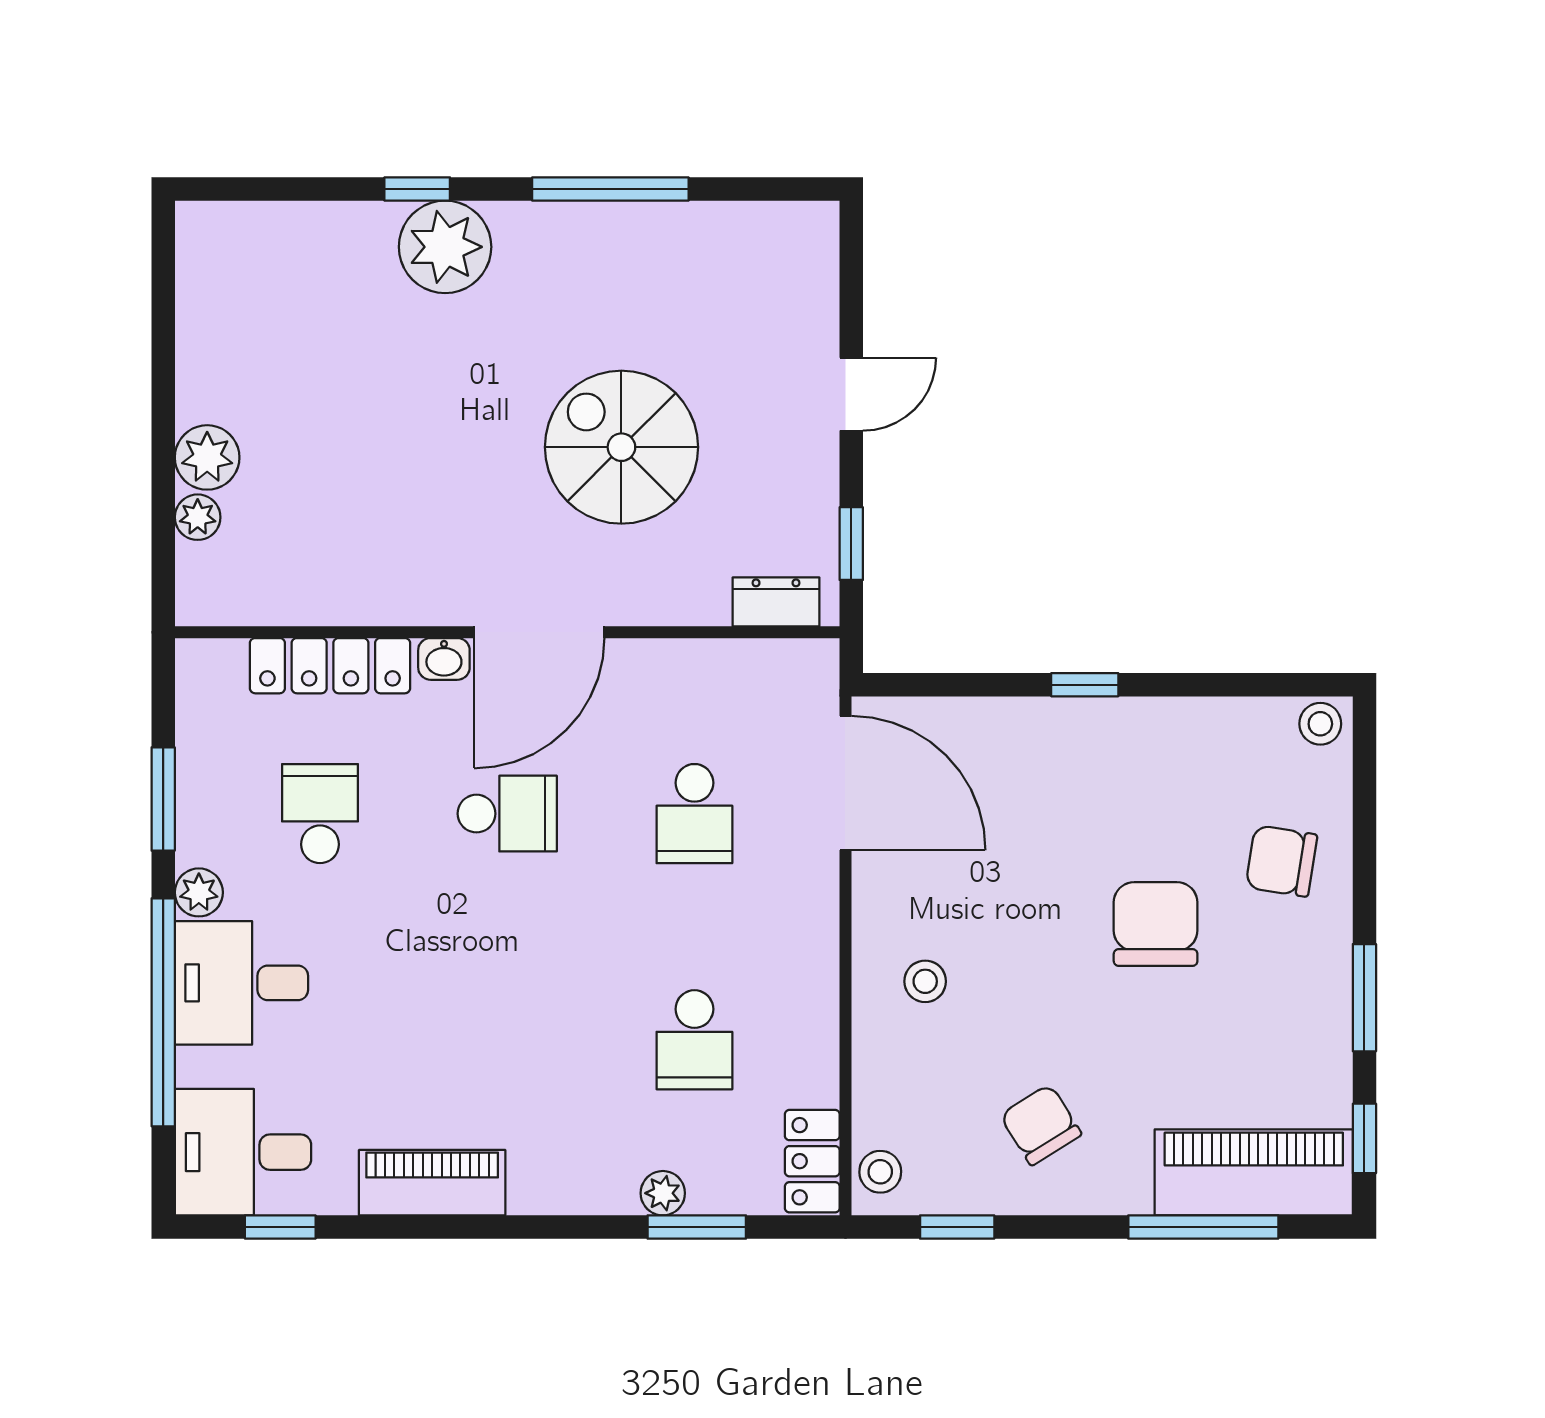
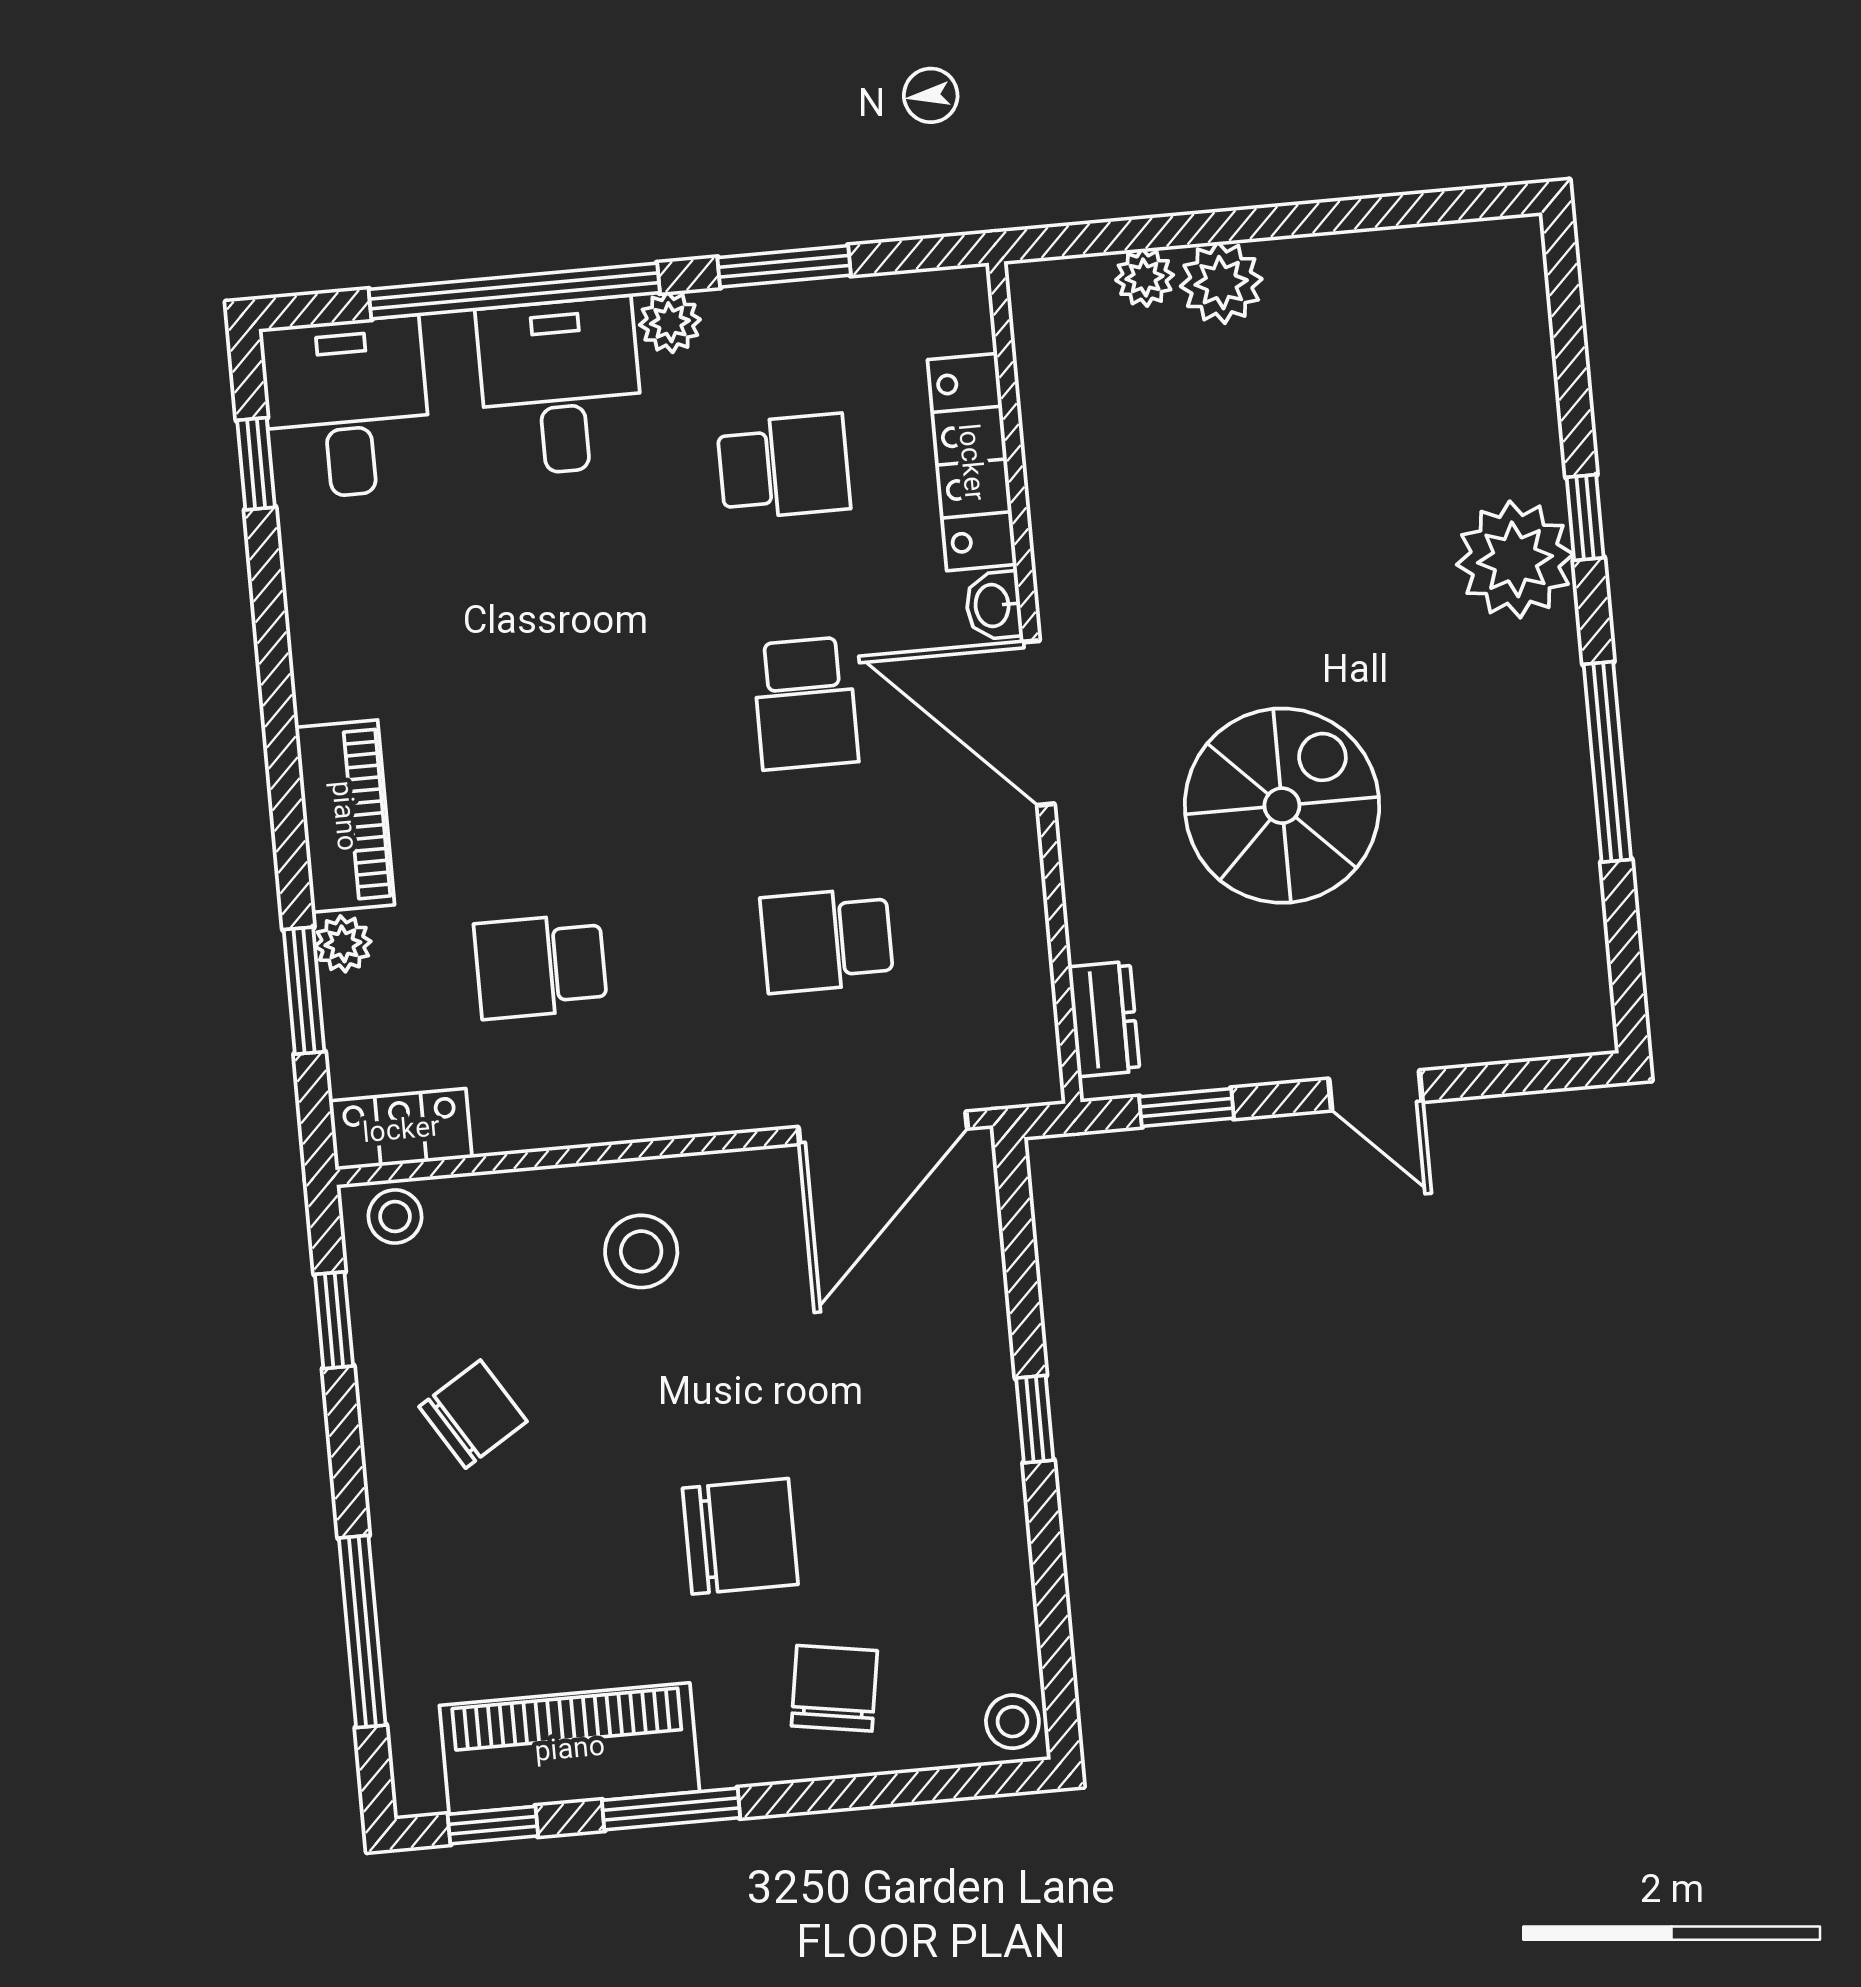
stool: (925, 981) -> (641, 1251), width x1.37, depth x1.37
piano: (1254, 1172) -> (570, 1748), moved, turned -90
piano: (432, 1183) -> (345, 816), moved

